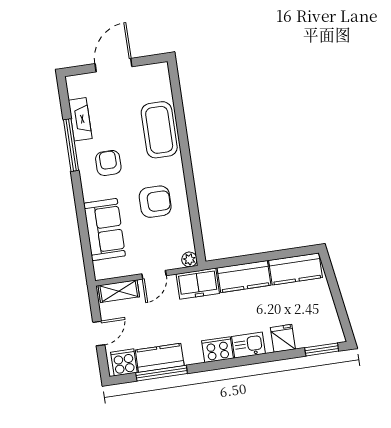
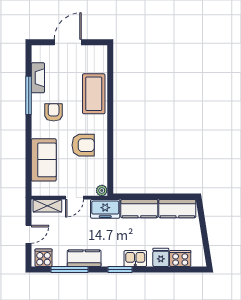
window: (322, 349) -> (120, 270), moved
cooker: (218, 350) -> (180, 259), moved
kitchen counter: (160, 358) -> (84, 258), moved

